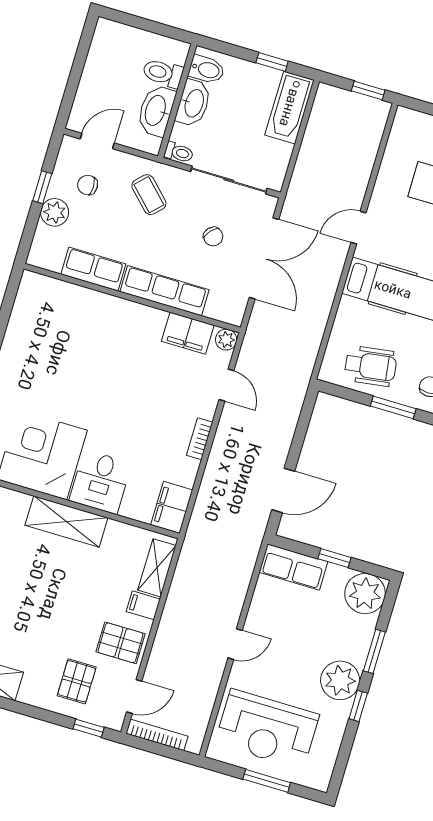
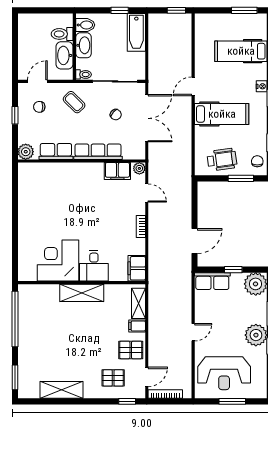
plant: (55, 212) -> (26, 152), moved
pallet: (77, 681) -> (113, 378), turned 90

